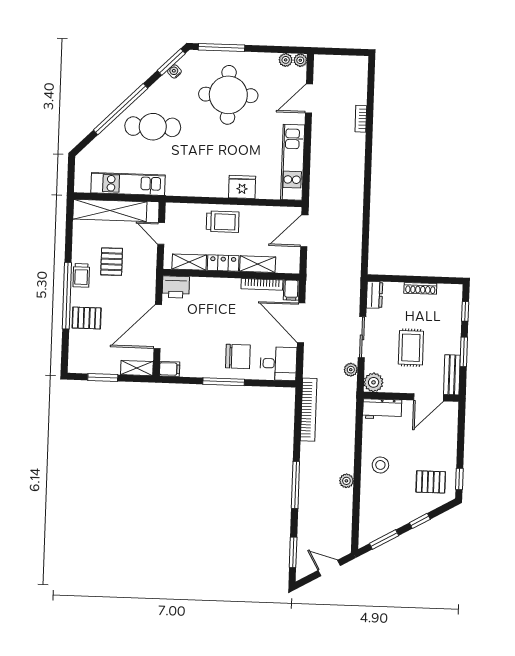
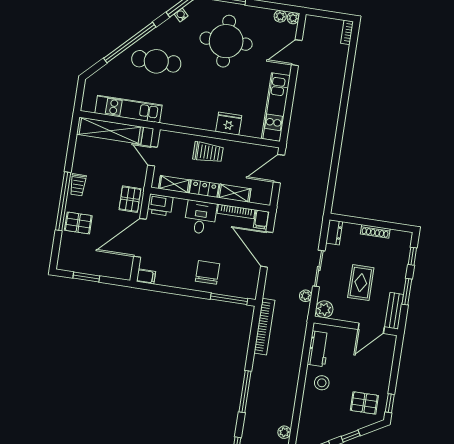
bookcase: (361, 119) -> (347, 32), moved
pallet: (112, 262) -> (130, 199), moved
chair: (238, 356) -> (208, 272), turned -90
desk: (278, 364) -> (200, 217), moved, turned -90
shelving: (137, 368) -> (117, 272), removed
window: (224, 382) -> (229, 299), moved
workbench: (382, 409) -> (318, 349), moved, turned -90
plant: (346, 481) -> (284, 432), moved

